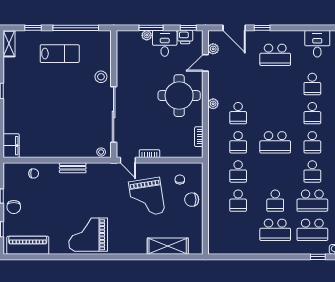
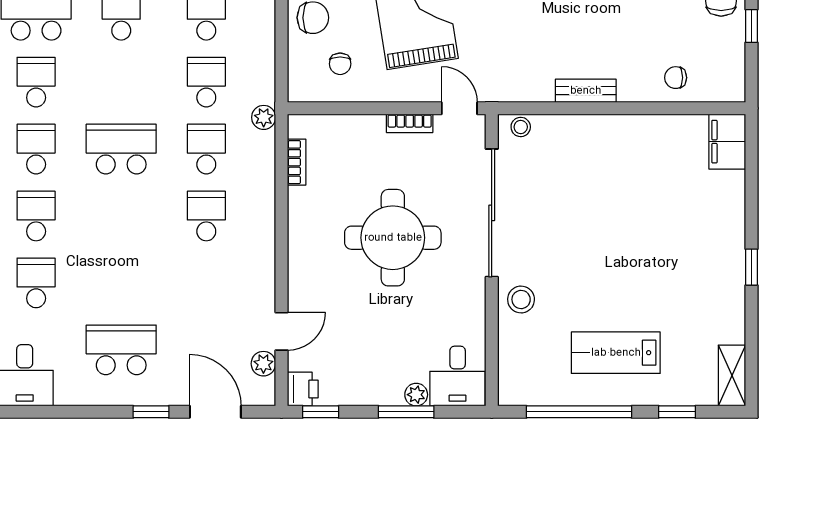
printer: (185, 37) -> (303, 389), moved, turned 90
desk: (165, 43) -> (458, 376), moved
round table: (179, 96) -> (393, 238), moved
plant: (213, 104) -> (264, 117), moved

